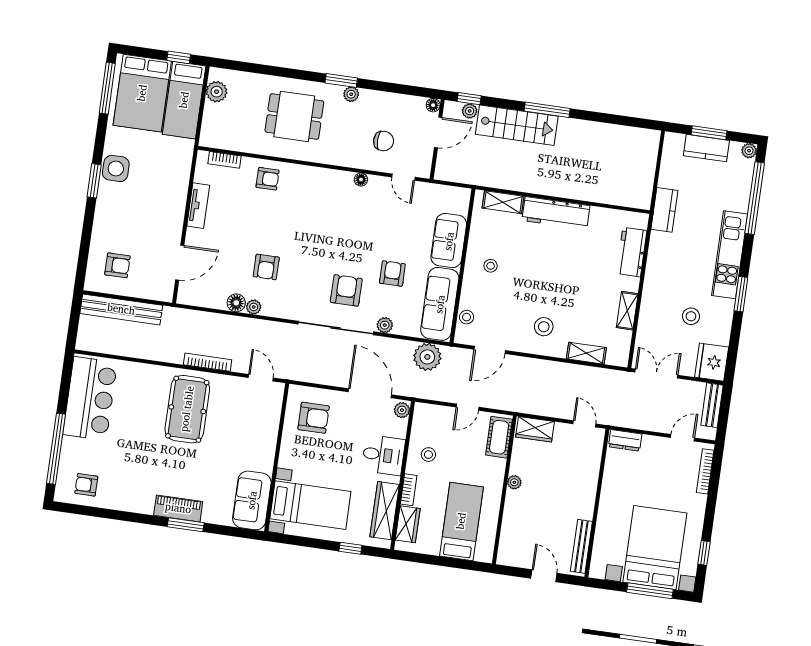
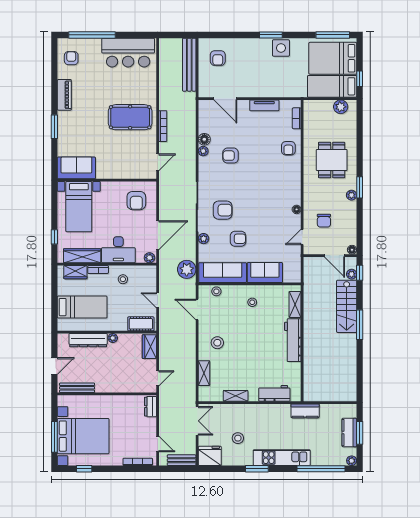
desk: (383, 455) -> (118, 250), width x1.37
piano: (178, 508) -> (64, 95), moved
dresser: (512, 520) -> (88, 340), added

